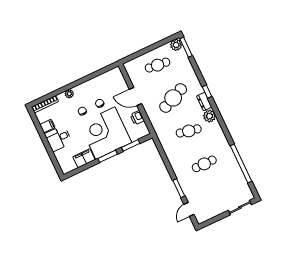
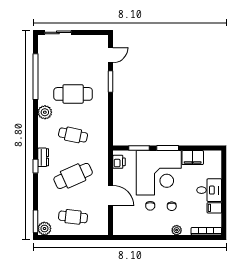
plant: (209, 116) -> (45, 112), moved
printer: (137, 118) -> (119, 162), moved
cafe table: (204, 164) -> (73, 94), width x1.37, depth x1.35

